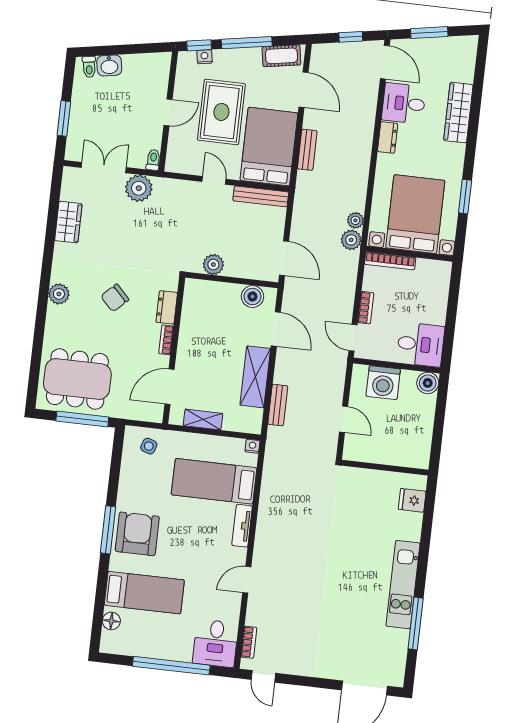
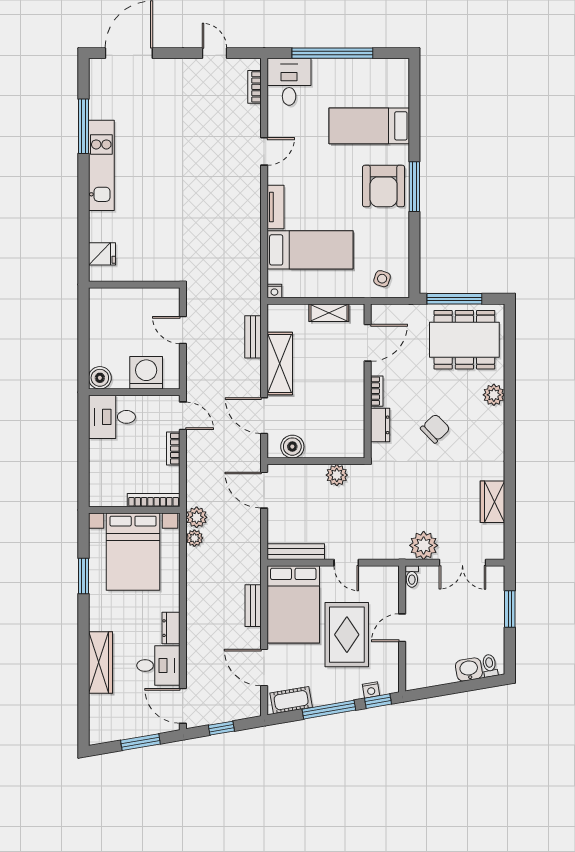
plant: (59, 294) -> (494, 395), moved
floor lamp: (111, 621) -> (400, 92), removed
door: (263, 676) -> (214, 53), moved

